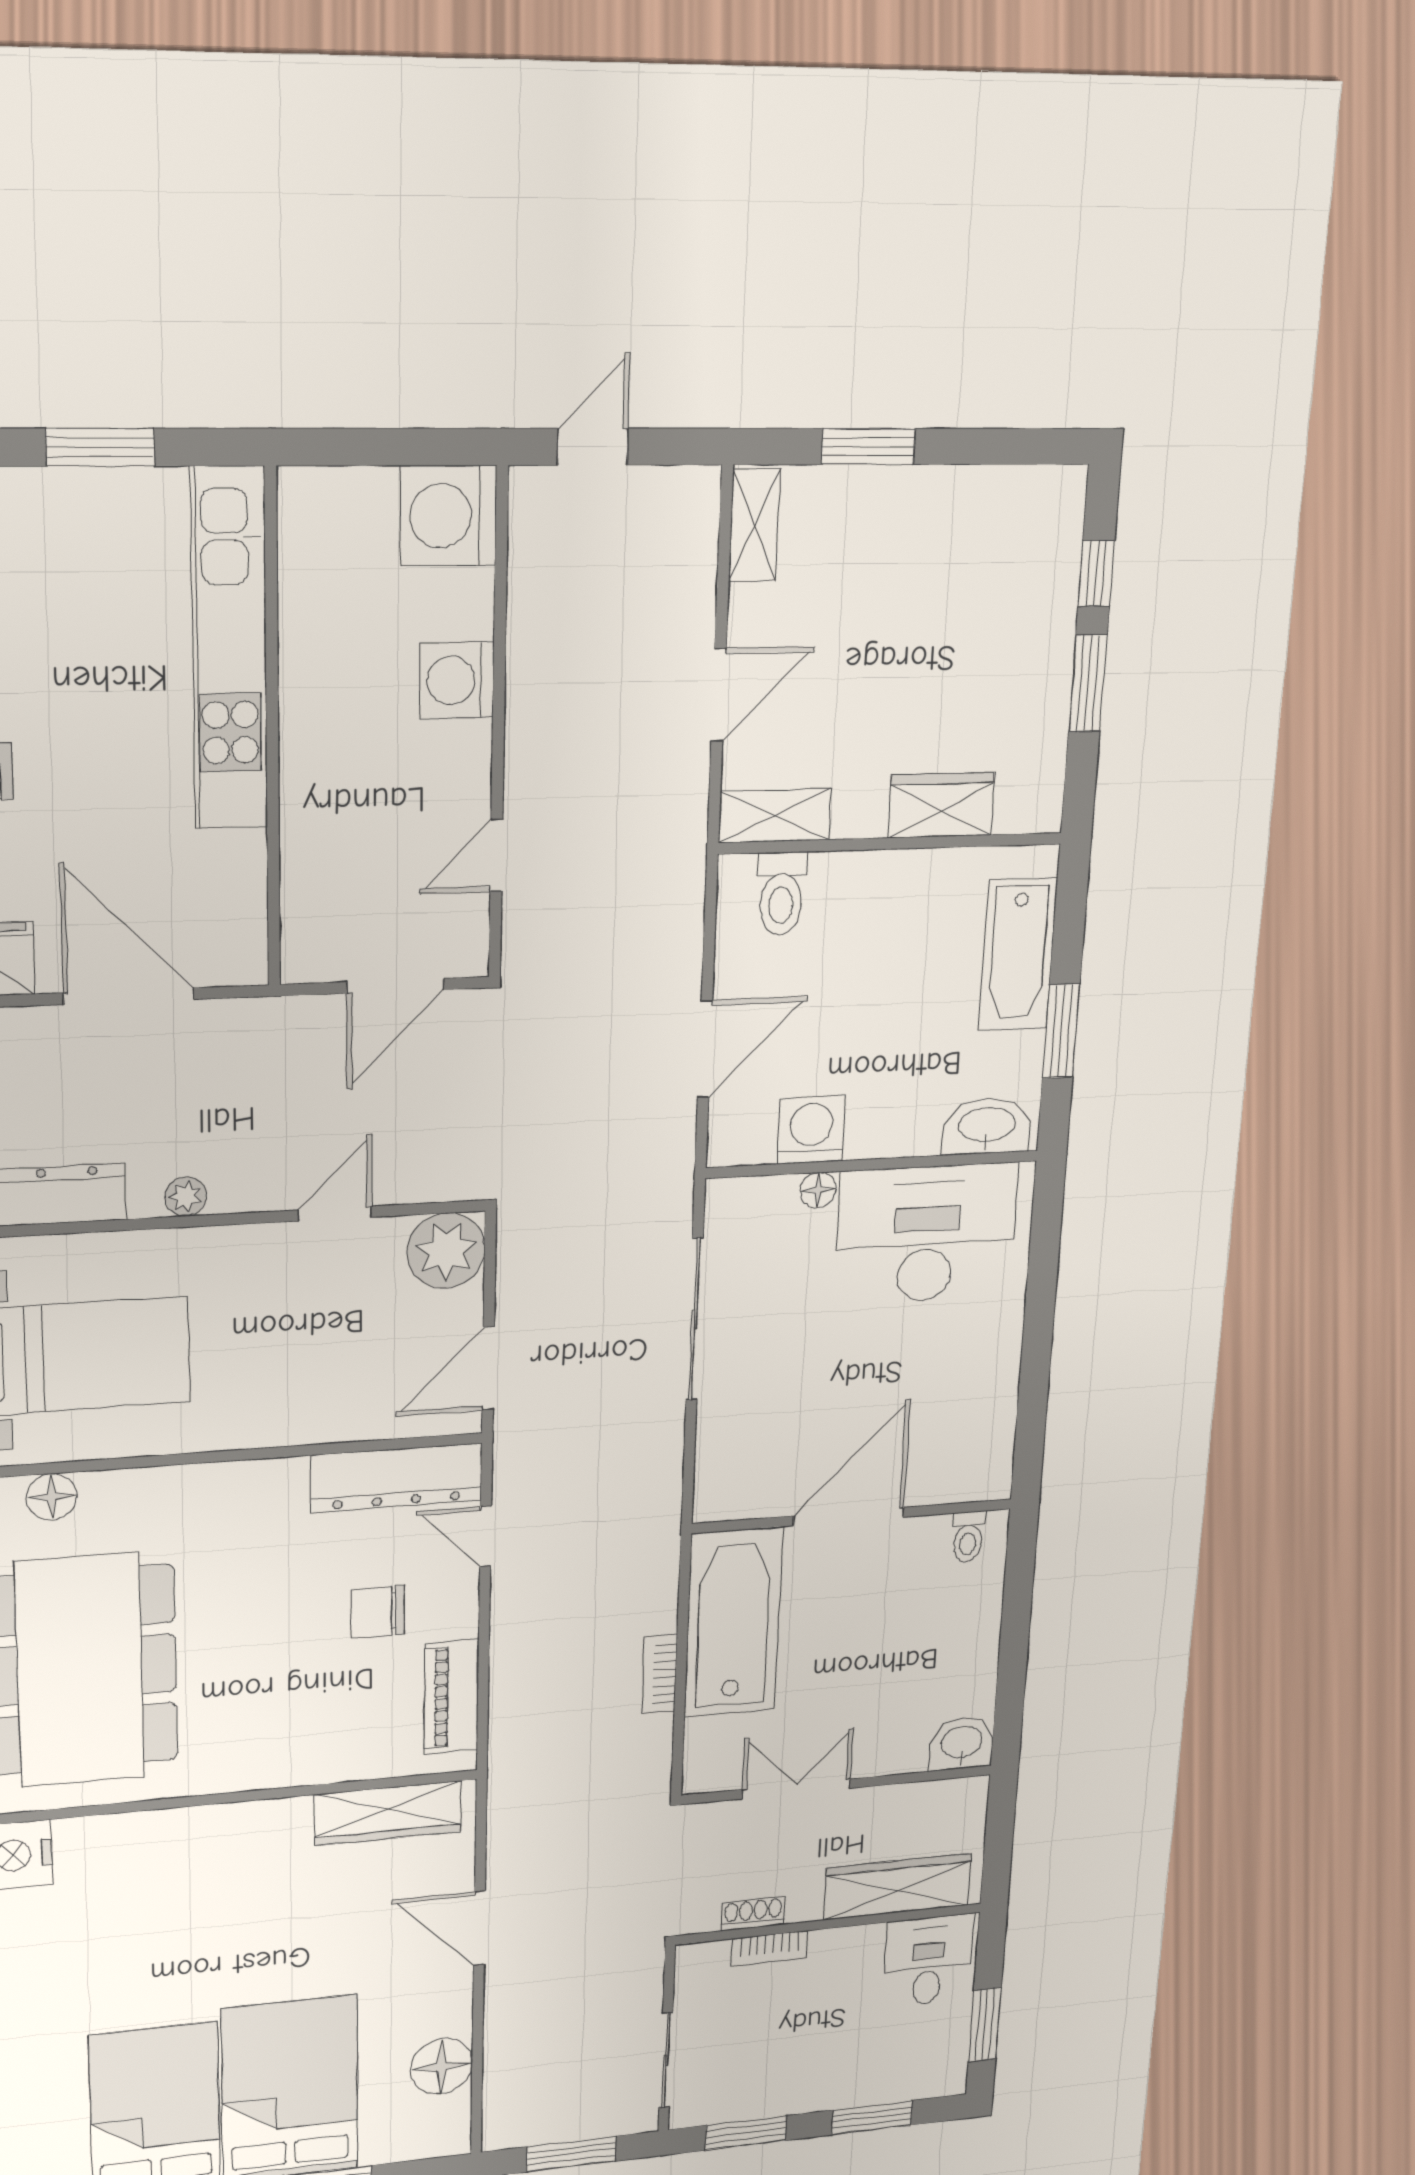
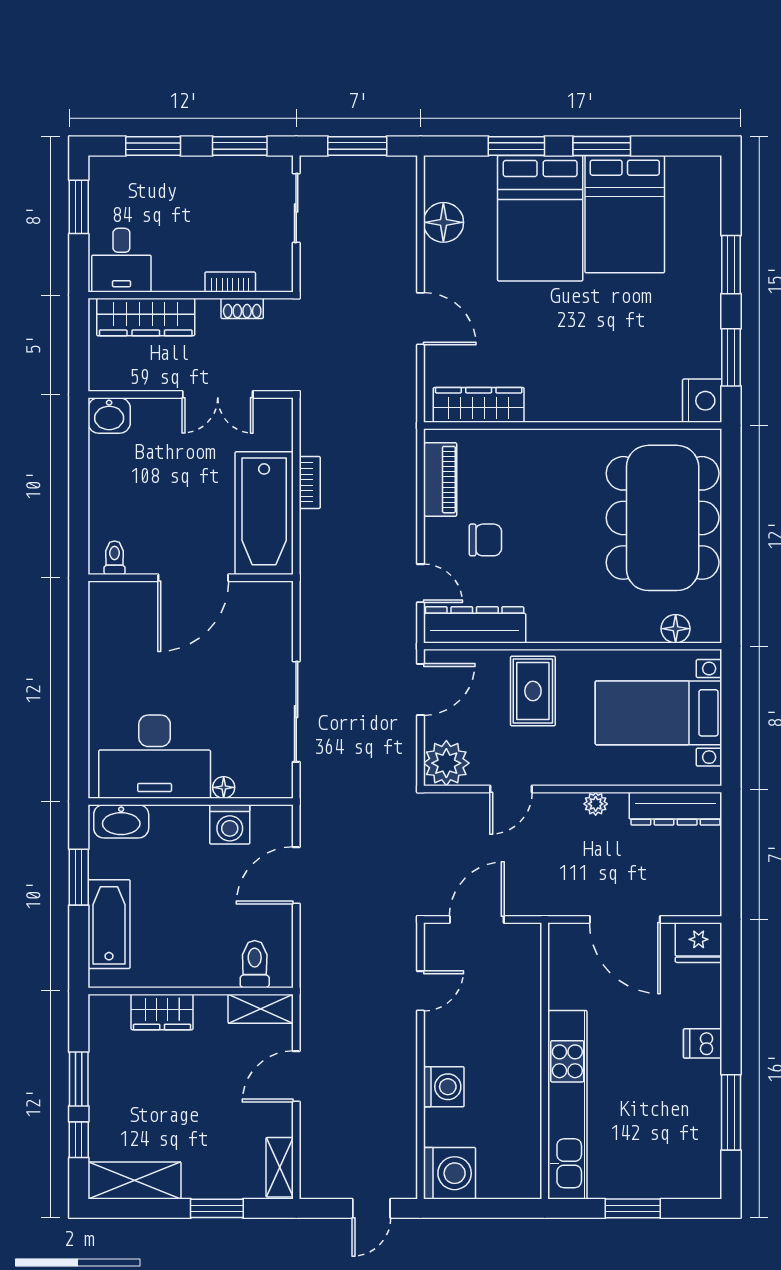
shelving: (1008, 499) -> (134, 1181), added
rug: (298, 1378) -> (533, 691), added

